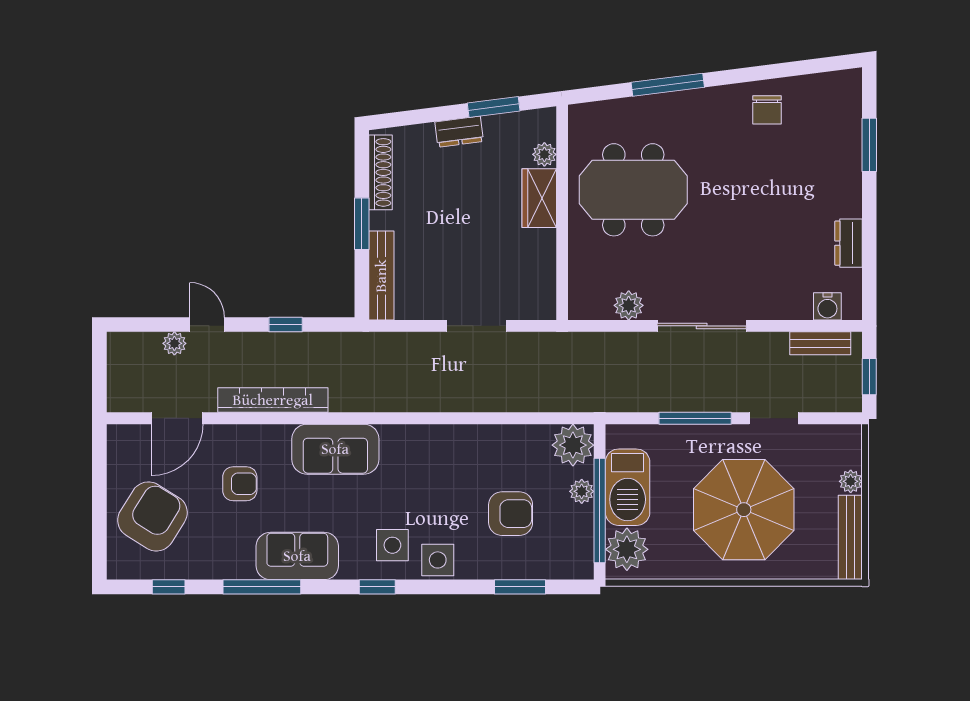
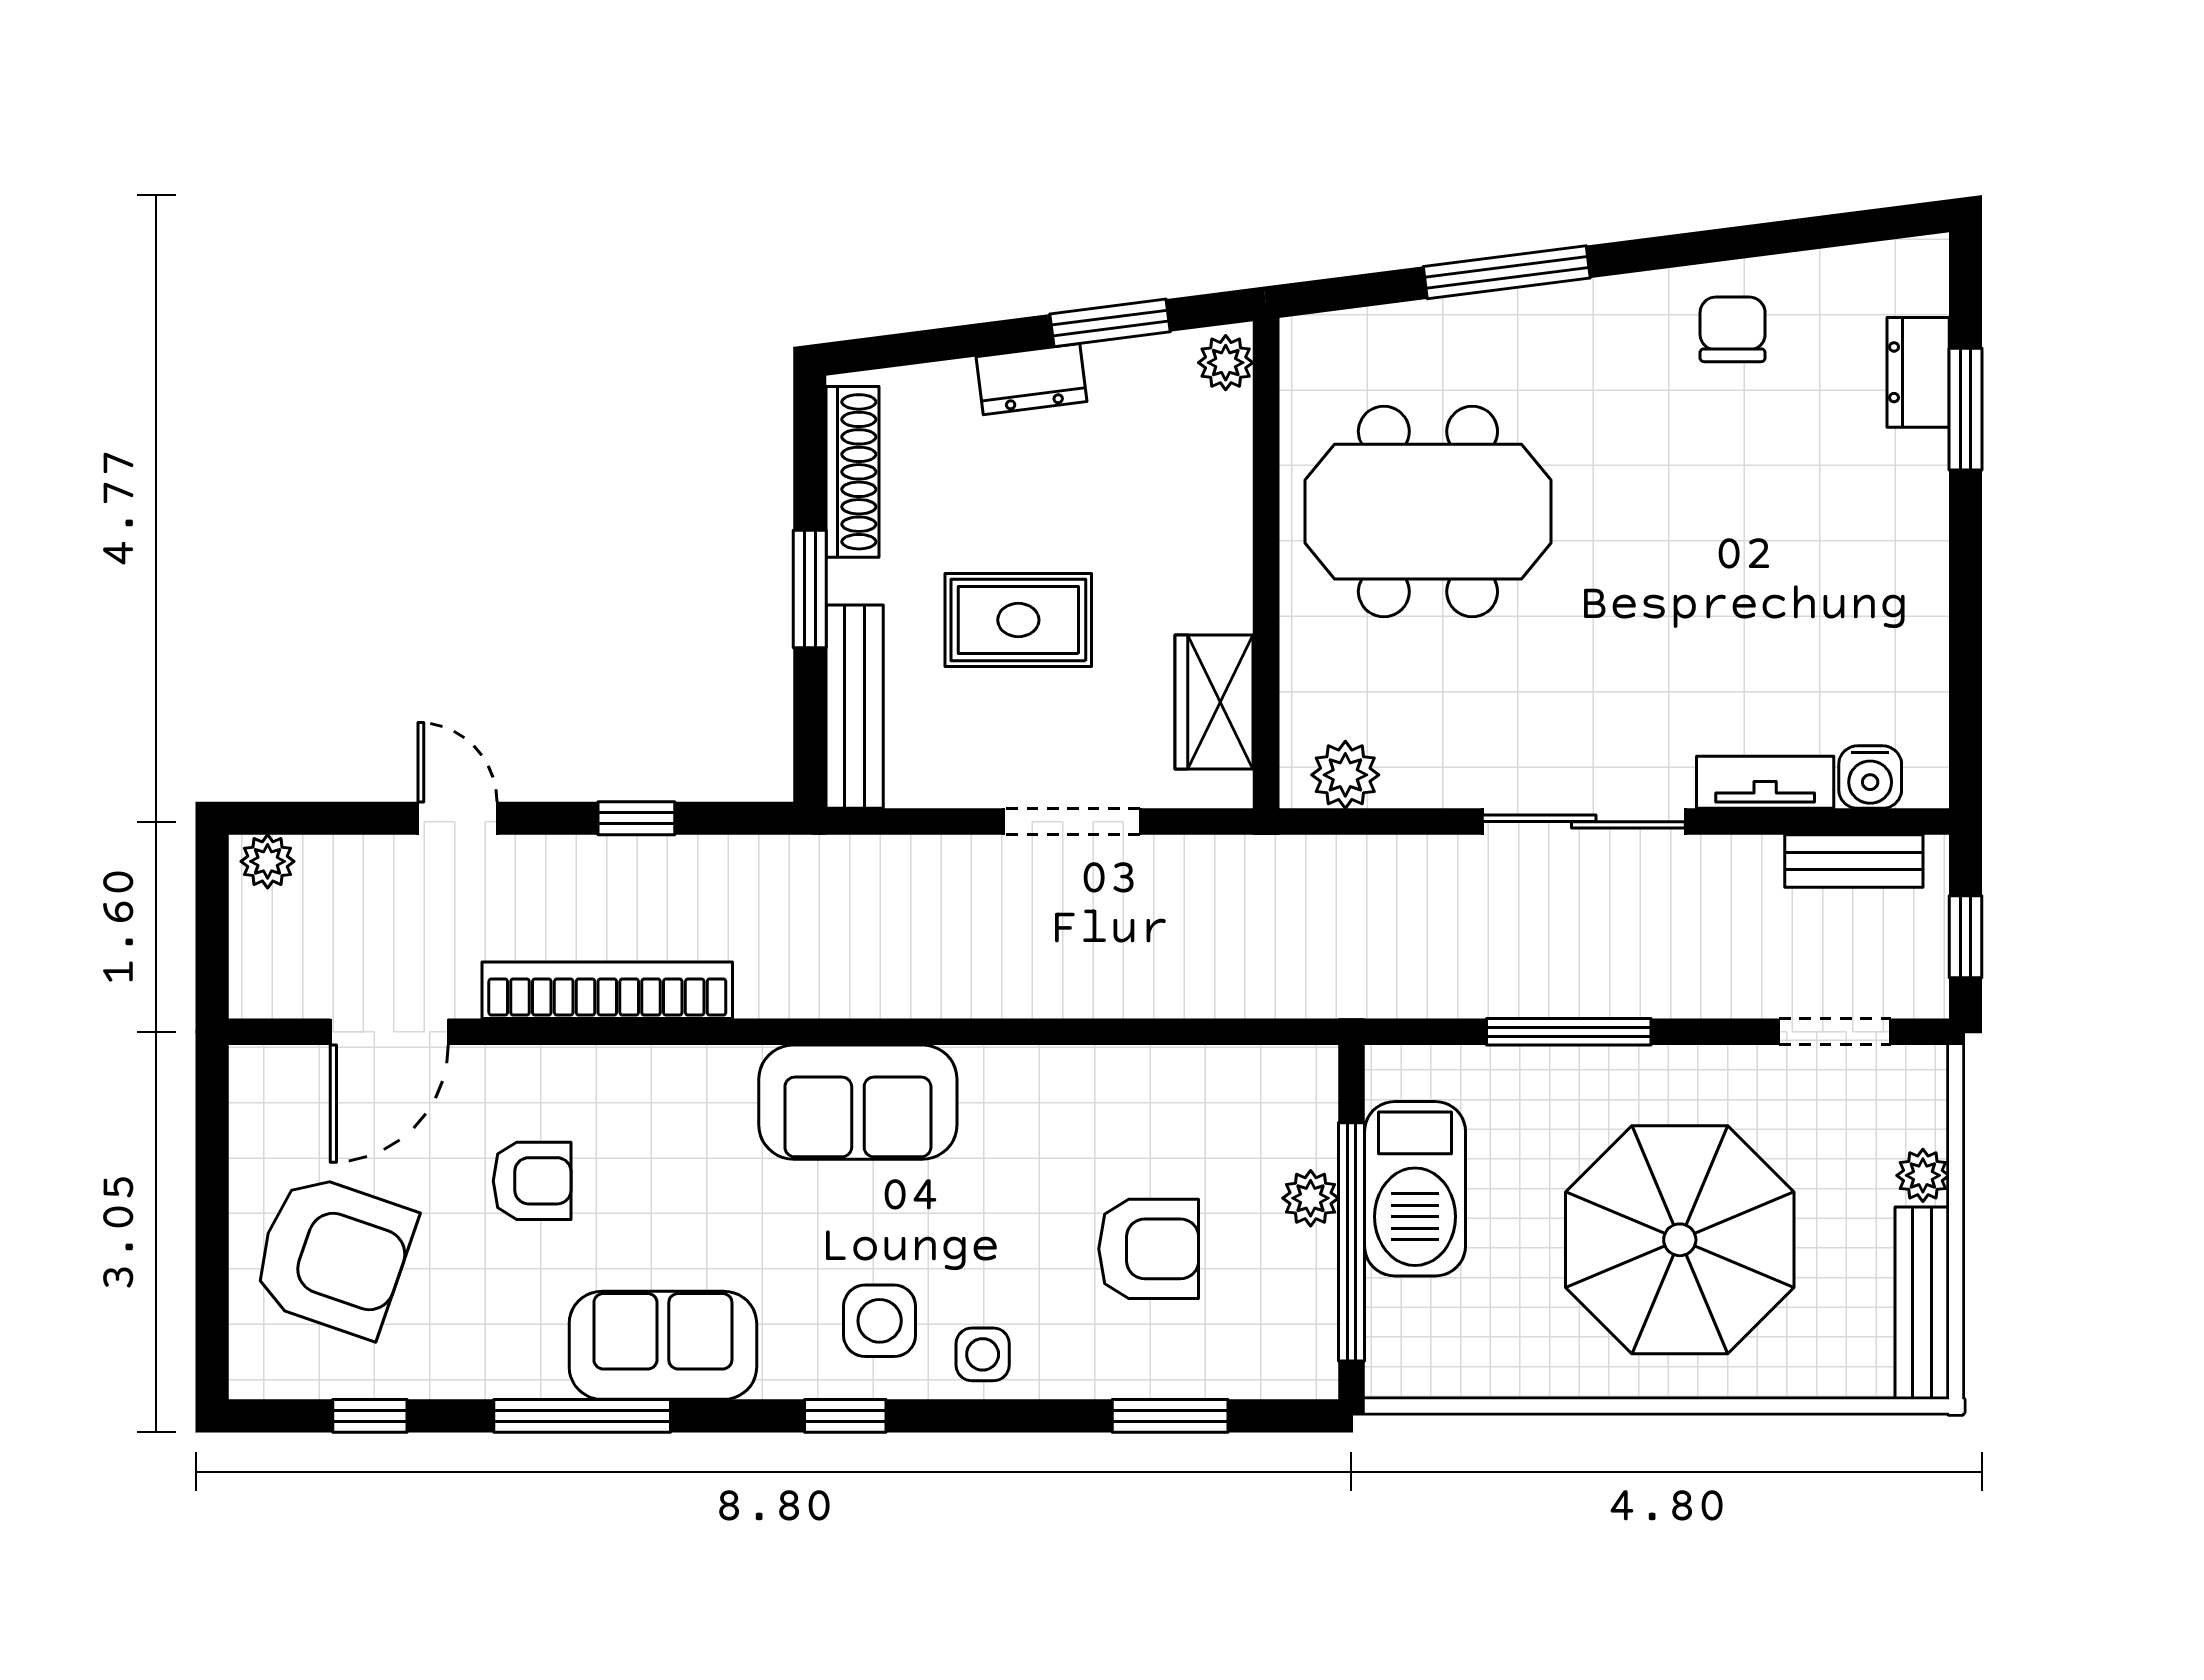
chair: (767, 110) -> (1733, 329), turned 180
plant: (544, 154) -> (1226, 363), moved
wardrobe: (539, 198) -> (1214, 702), moved
rug: (453, 237) -> (1018, 620), added
dresser: (848, 243) -> (1918, 372), moved
plant: (629, 305) -> (1345, 775), moved
tv unit: (781, 309) -> (1765, 782), added
plant: (174, 343) -> (268, 861), moved
doorway: (774, 418) -> (1835, 1032), moved
plant: (573, 445) -> (1291, 1093), removed
sofa: (335, 449) -> (858, 1102), moved
armchair: (152, 516) -> (333, 1255), turned 77
plant: (627, 549) -> (1413, 1330), removed
side table: (438, 560) -> (983, 1354), width x0.73, depth x0.73

